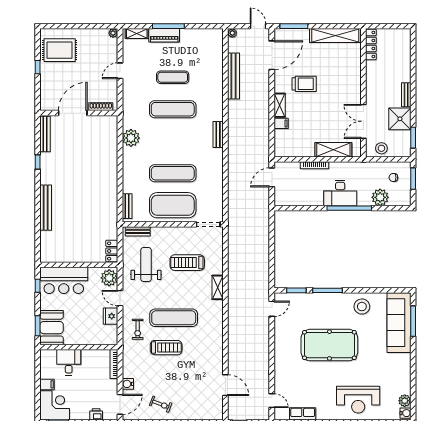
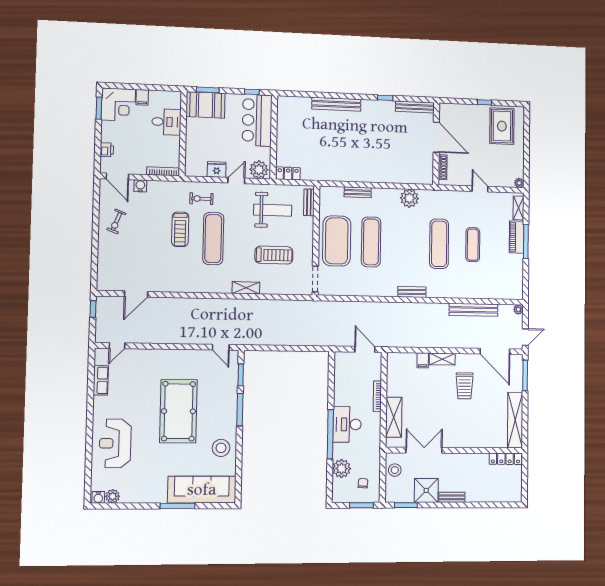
bench: (127, 206) -> (358, 192), moved
treadmill: (187, 263) -> (274, 255), turned 90
window: (413, 321) -> (178, 506), moved

